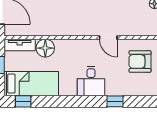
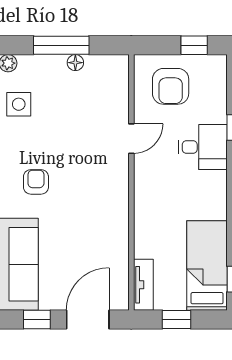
floor lamp: (45, 48) -> (148, 242), removed
desk: (91, 81) -> (203, 147), moved

